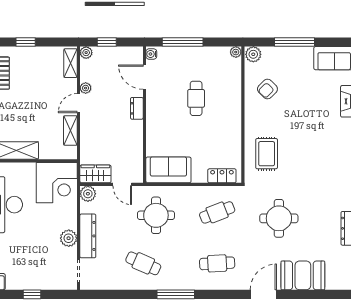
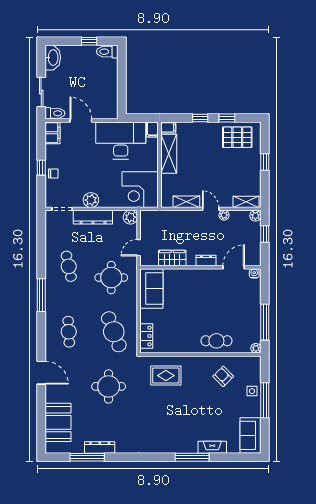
window: (183, 42) -> (265, 322), moved
plant: (253, 54) -> (254, 364), removed
side table: (284, 56) -> (252, 391), added
cafe table: (196, 98) -> (216, 341), moved
wardrobe: (95, 174) -> (172, 258), moved, turned -90
cafe table: (217, 212) -> (114, 332), width x1.37, depth x1.35
cafe table: (143, 263) -> (69, 266), turned -36
booth: (303, 275) -> (58, 422), moved
chair: (38, 281) -> (53, 173), added

